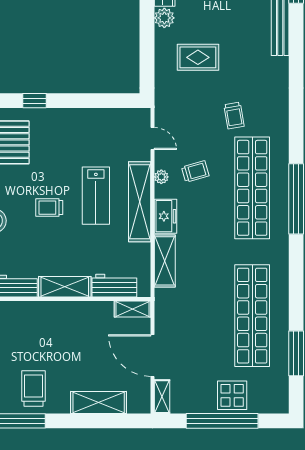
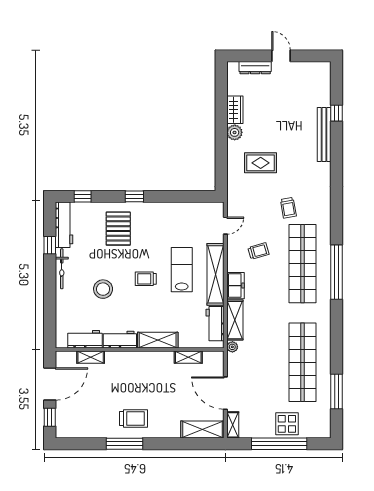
door: (152, 139) -> (225, 226), hinge flipped
plant: (161, 177) -> (232, 347), moved
lab bench: (96, 196) -> (182, 270), turned 180
workbench: (114, 286) -> (215, 324), moved, turned -90
shelving: (133, 309) -> (188, 357), moved
trolley: (33, 388) -> (134, 419), turned 90
shelving: (99, 403) -> (202, 429), moved

